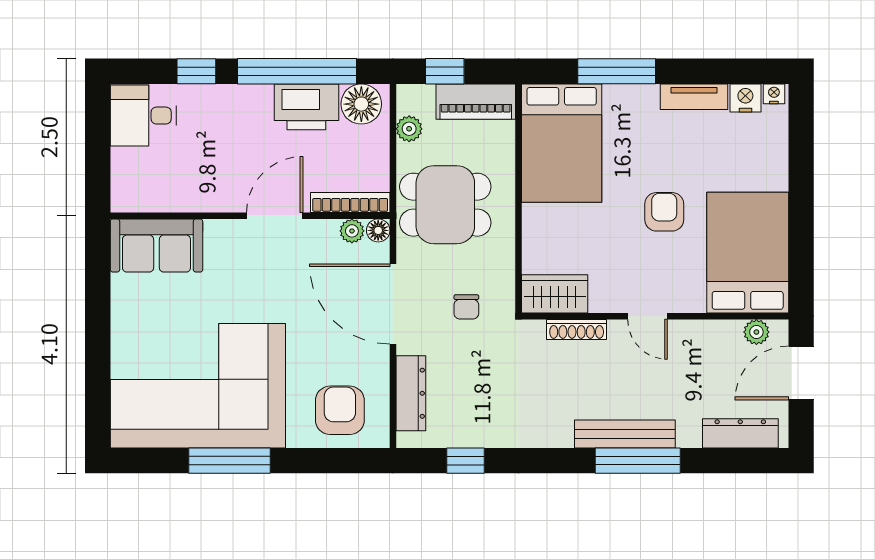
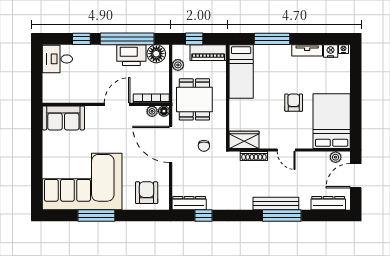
bed: (562, 143) -> (241, 71), width x0.67
dining table: (445, 205) -> (194, 99), turned 90
dresser: (411, 393) -> (189, 203), moved, turned -90

